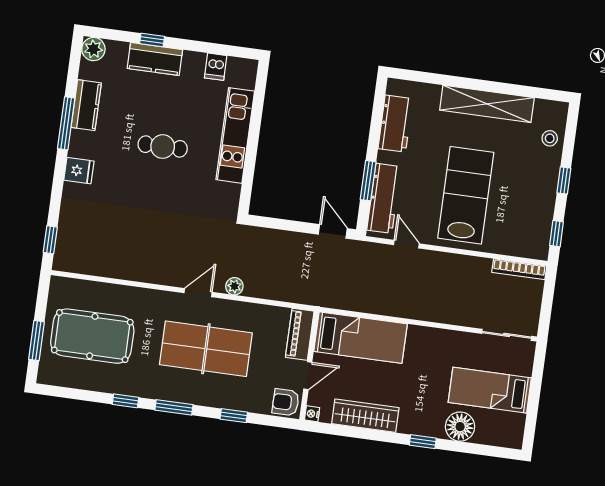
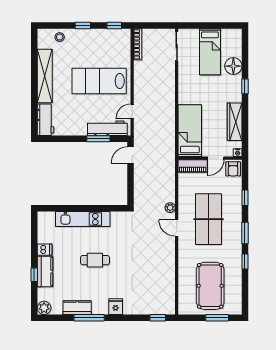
dishwasher: (216, 67) -> (45, 250), moved
workbench: (395, 124) -> (46, 120), moved, turned 90
cafe table: (163, 147) -> (95, 260), turned 90
door: (308, 376) -> (216, 158), swing flipped

